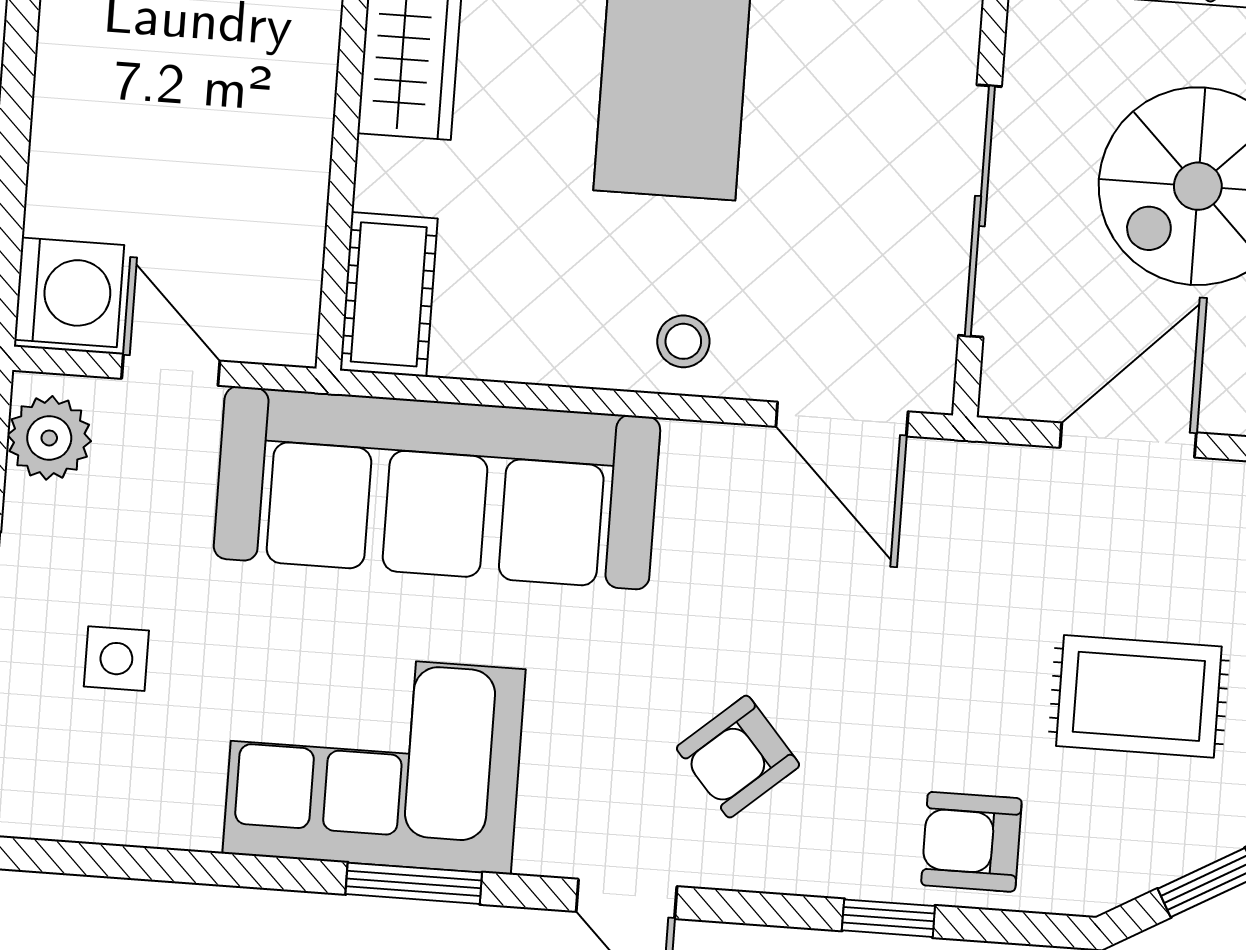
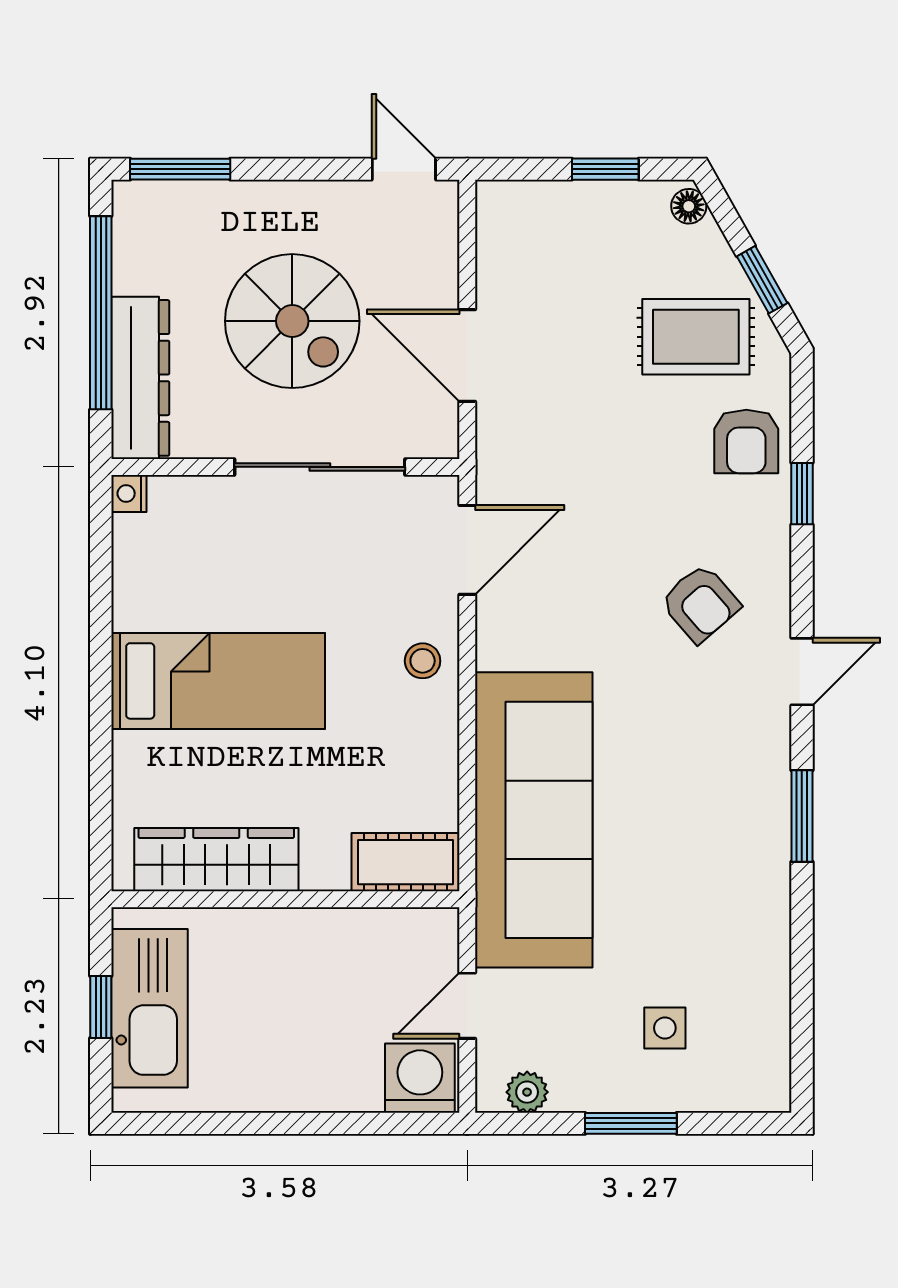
plant: (49, 438) -> (527, 1092), width x0.73, depth x0.73
rug: (1139, 696) -> (696, 337), moved, turned 90
corner sofa: (374, 761) -> (722, 849), removed

